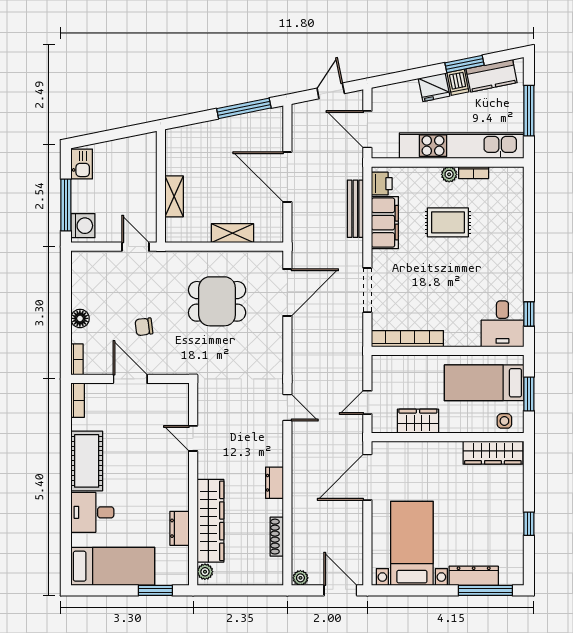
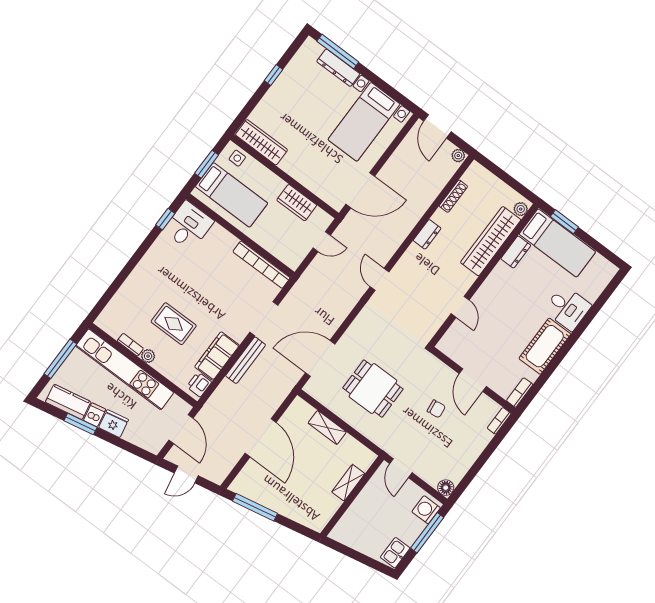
bench: (355, 209) -> (246, 360), moved
floor lamp: (80, 318) -> (446, 488), moved
bed: (113, 566) -> (557, 243), moved, turned 180

